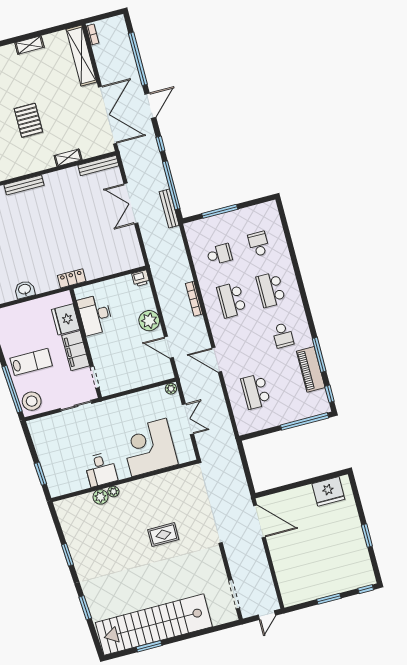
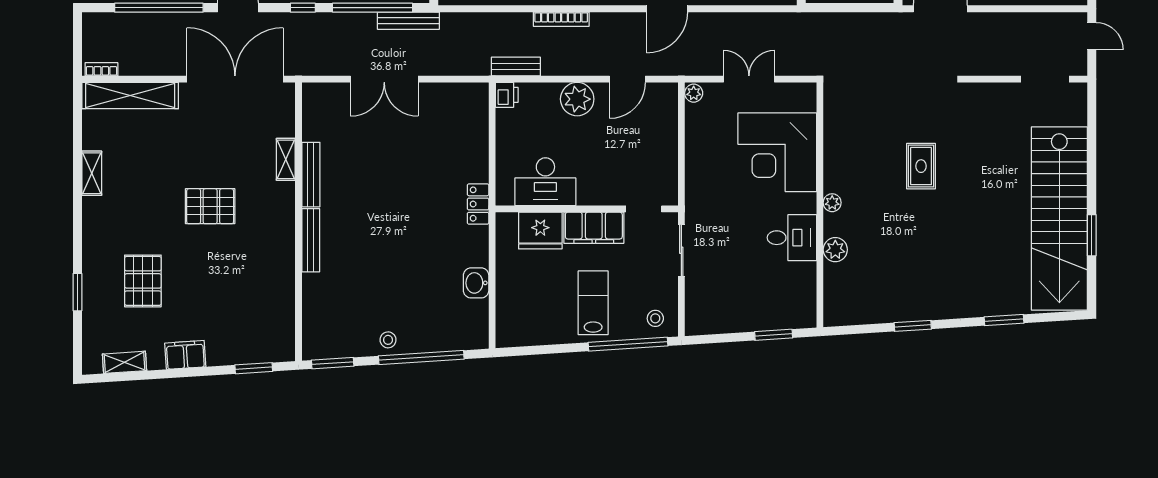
bench: (98, 166) -> (311, 175), moved
bench: (159, 279) -> (516, 66), added
stool: (32, 401) -> (655, 318), width x0.53, depth x0.53
plant: (113, 491) -> (832, 203), moved

